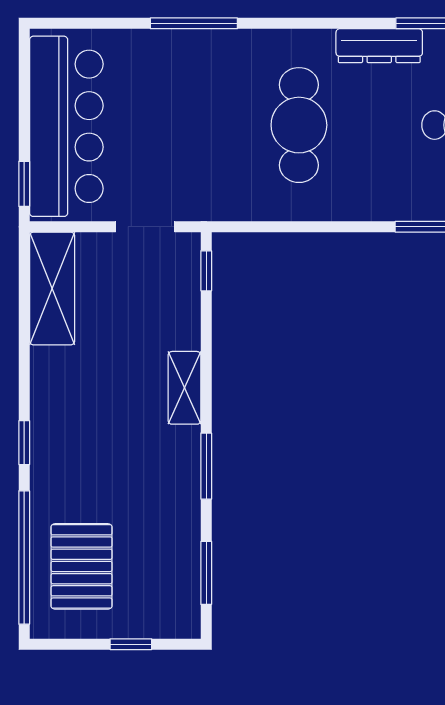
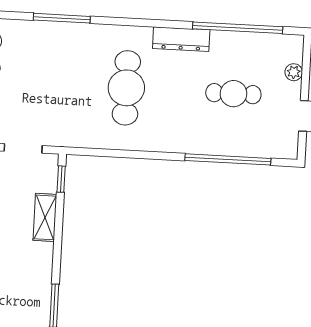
shelving: (184, 388) -> (45, 217), moved

